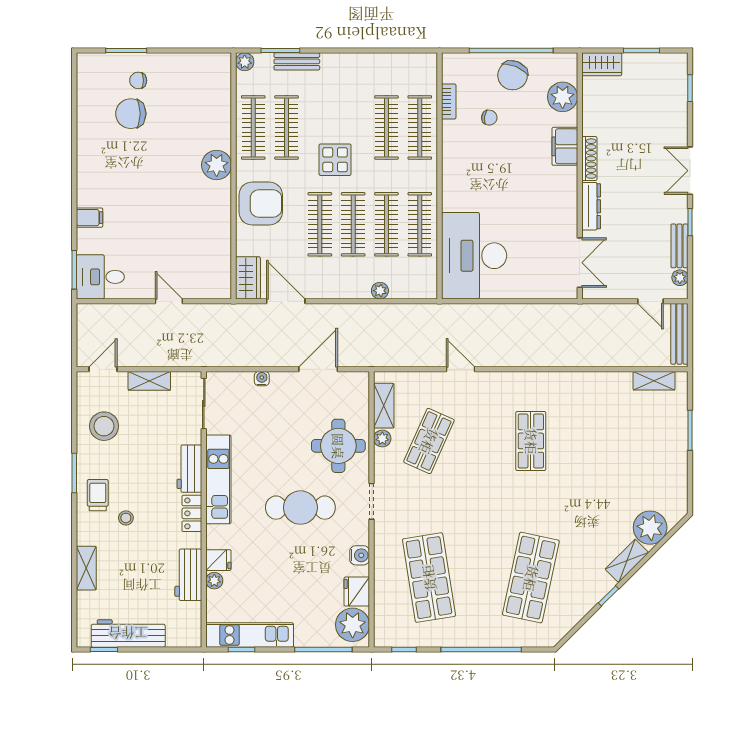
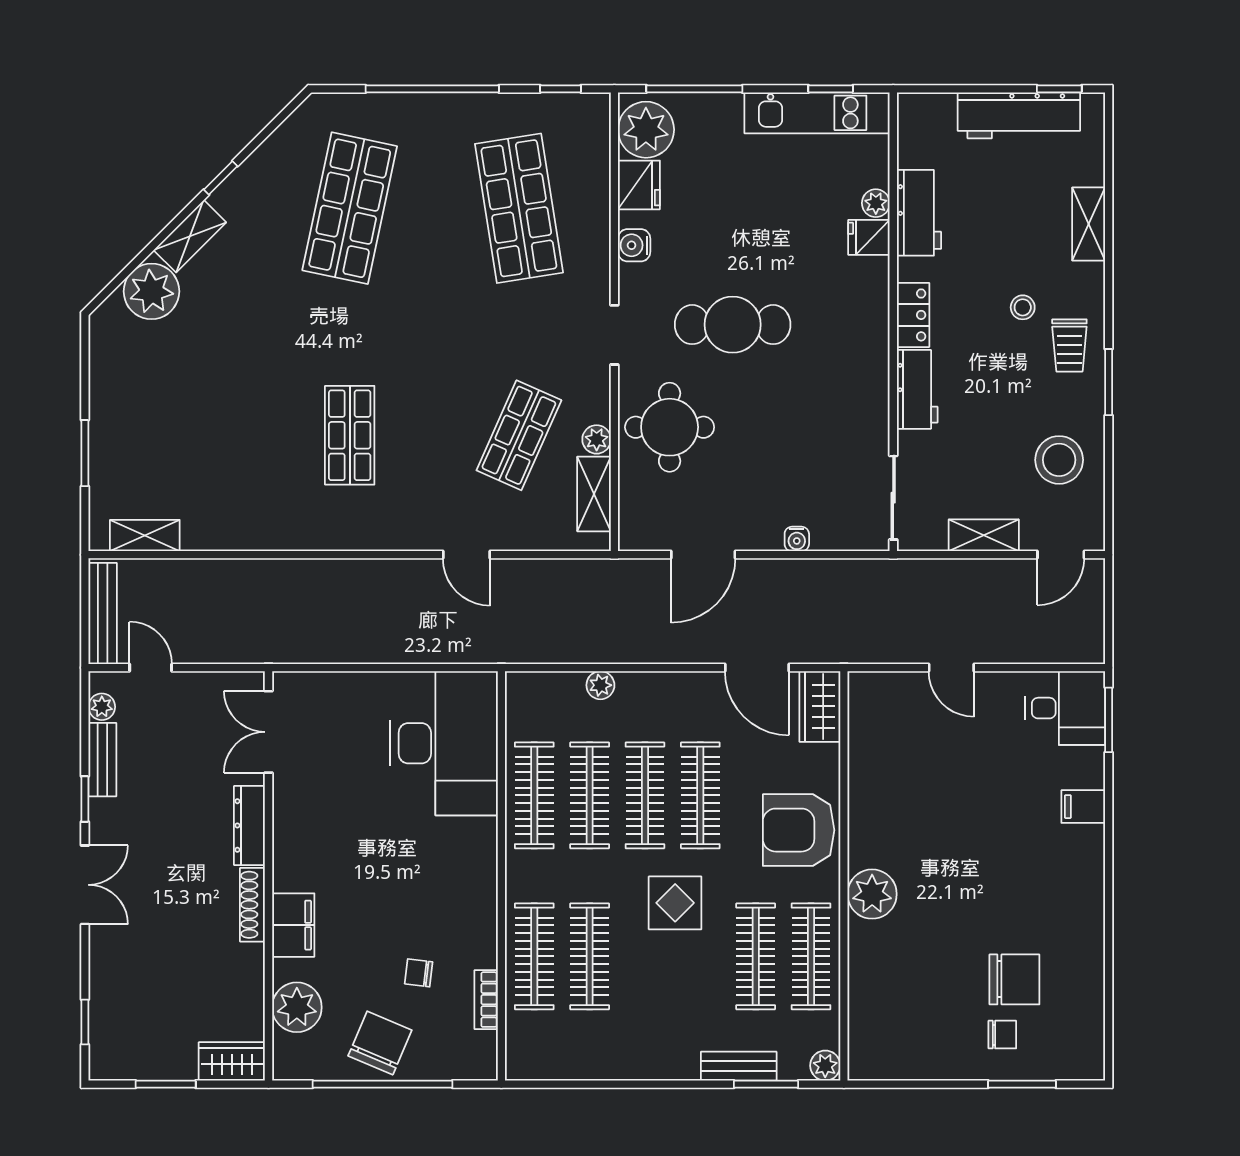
kitchen unit: (218, 479) -> (869, 371), removed

